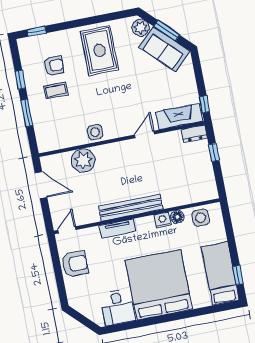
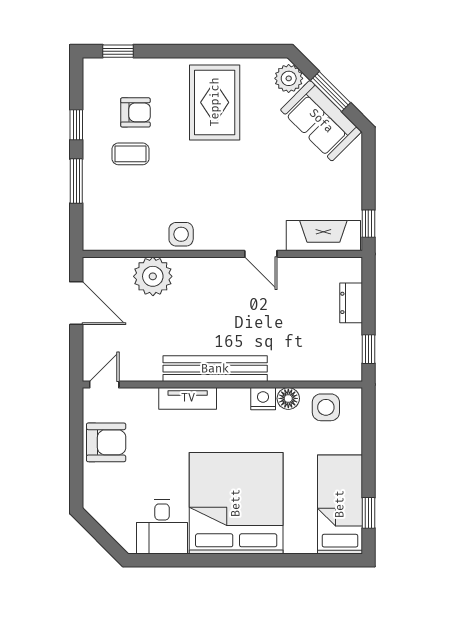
dresser: (194, 134) -> (351, 303), moved, turned 90
door: (144, 135) -> (261, 254), swing flipped
window: (214, 152) -> (368, 349), moved

